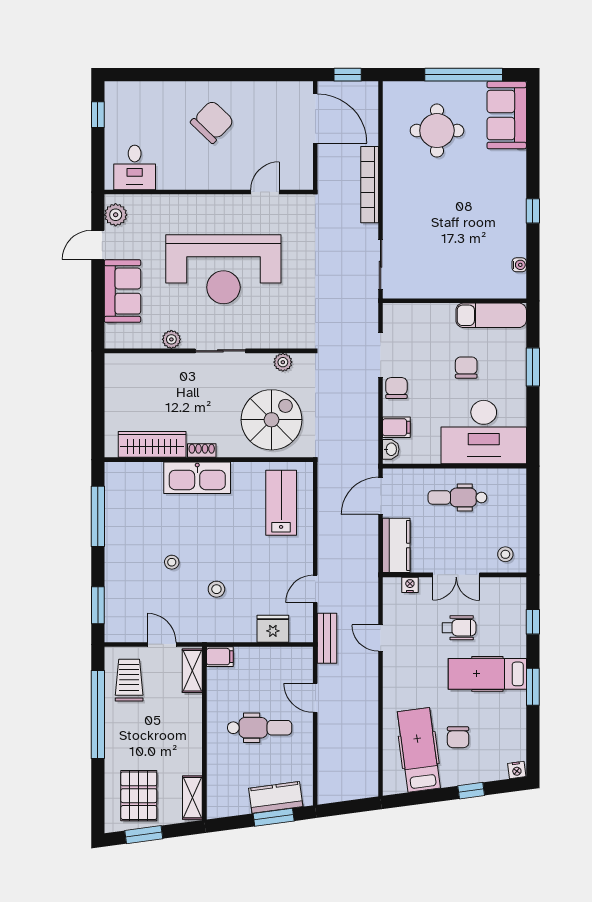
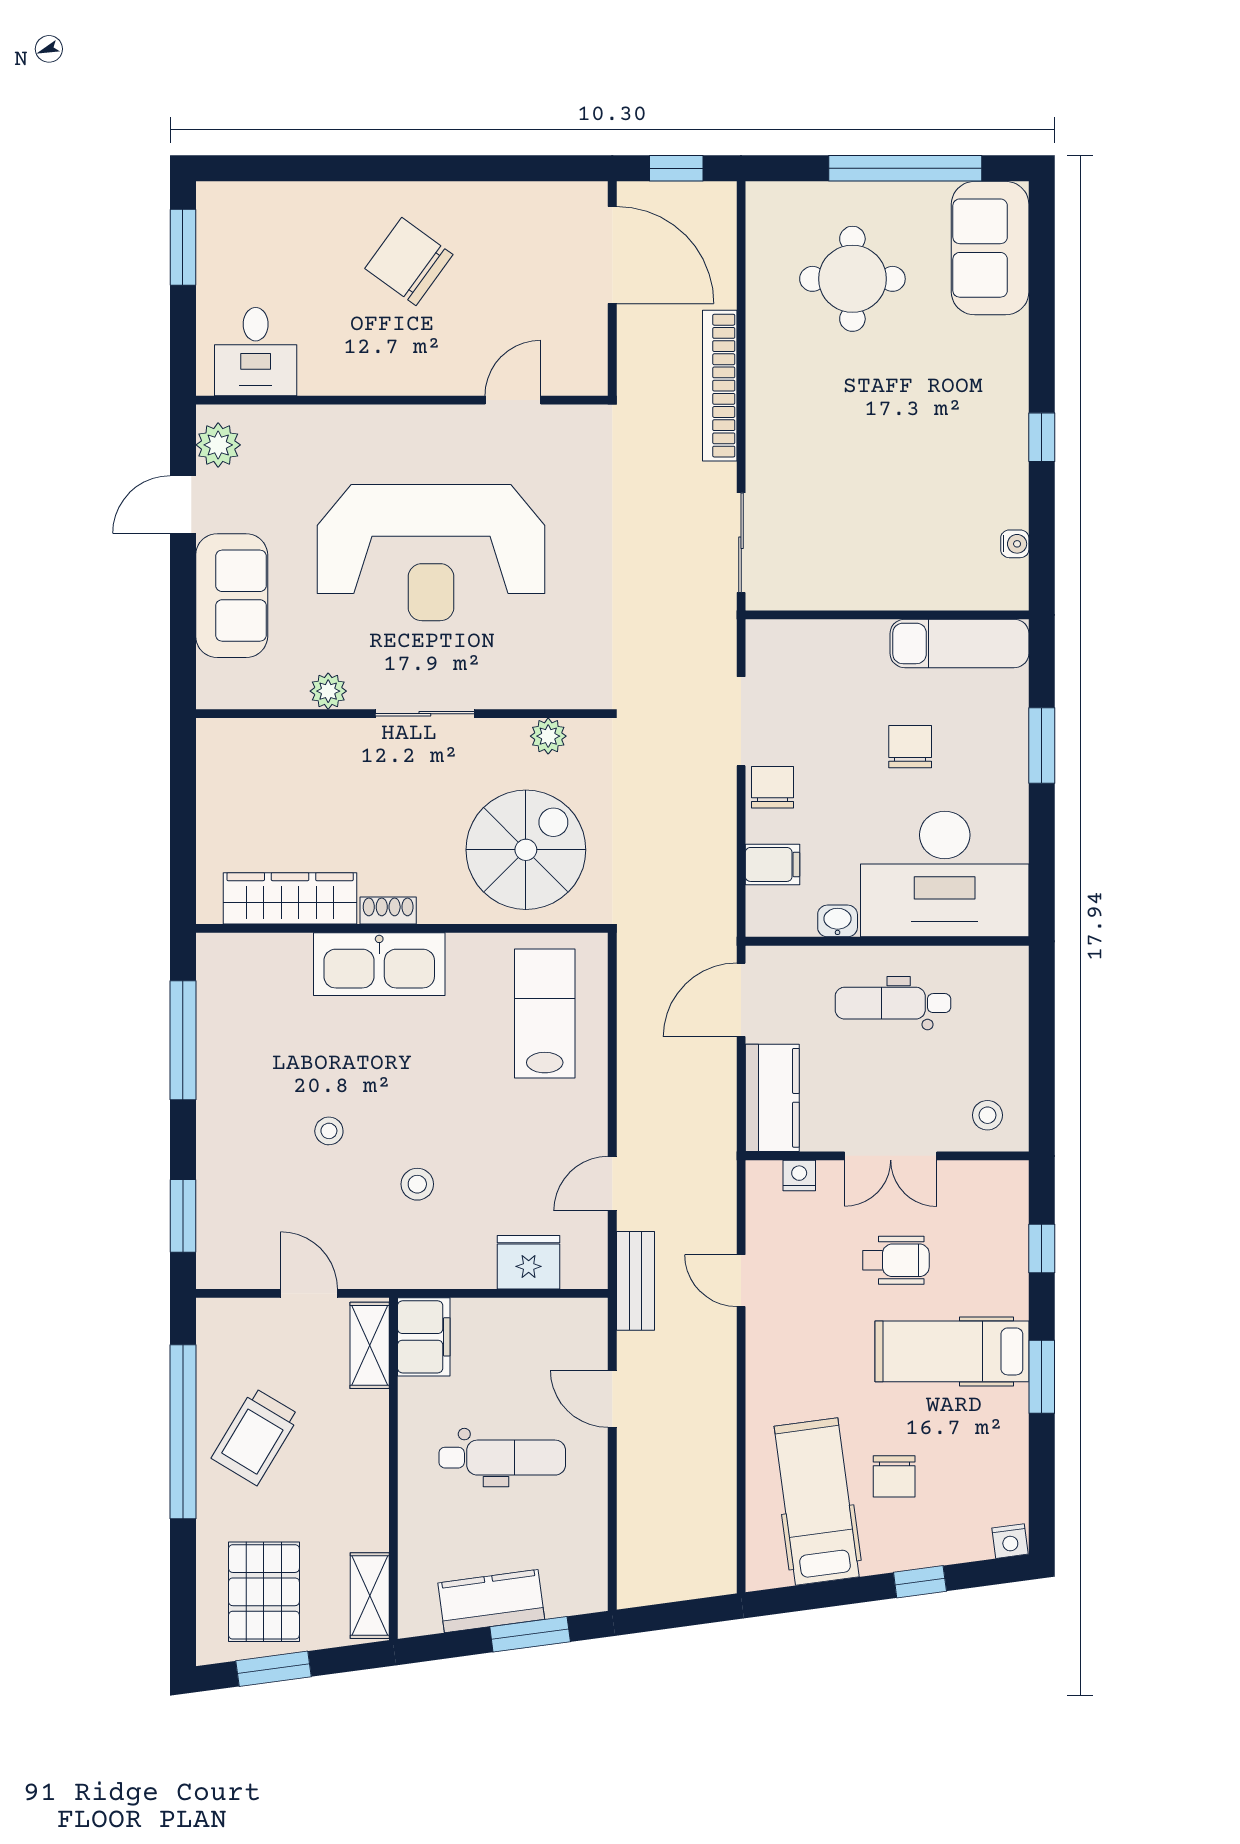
window: (98, 115) -> (183, 247), width x1.50
chair: (212, 122) -> (409, 262), turned -98
washbasin: (391, 449) -> (838, 921), moved, turned -90
filing cabinet: (220, 657) -> (424, 1337), width x2.00
trolley: (129, 680) -> (255, 1437), moved, turned -149
kitchen counter: (276, 797) -> (491, 1601), moved

